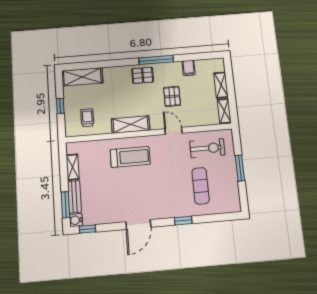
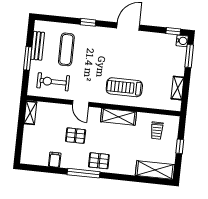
shelving: (221, 85) -> (28, 138), removed
pallet: (172, 96) -> (76, 136), turned 90
bench: (74, 197) -> (38, 46), moved

